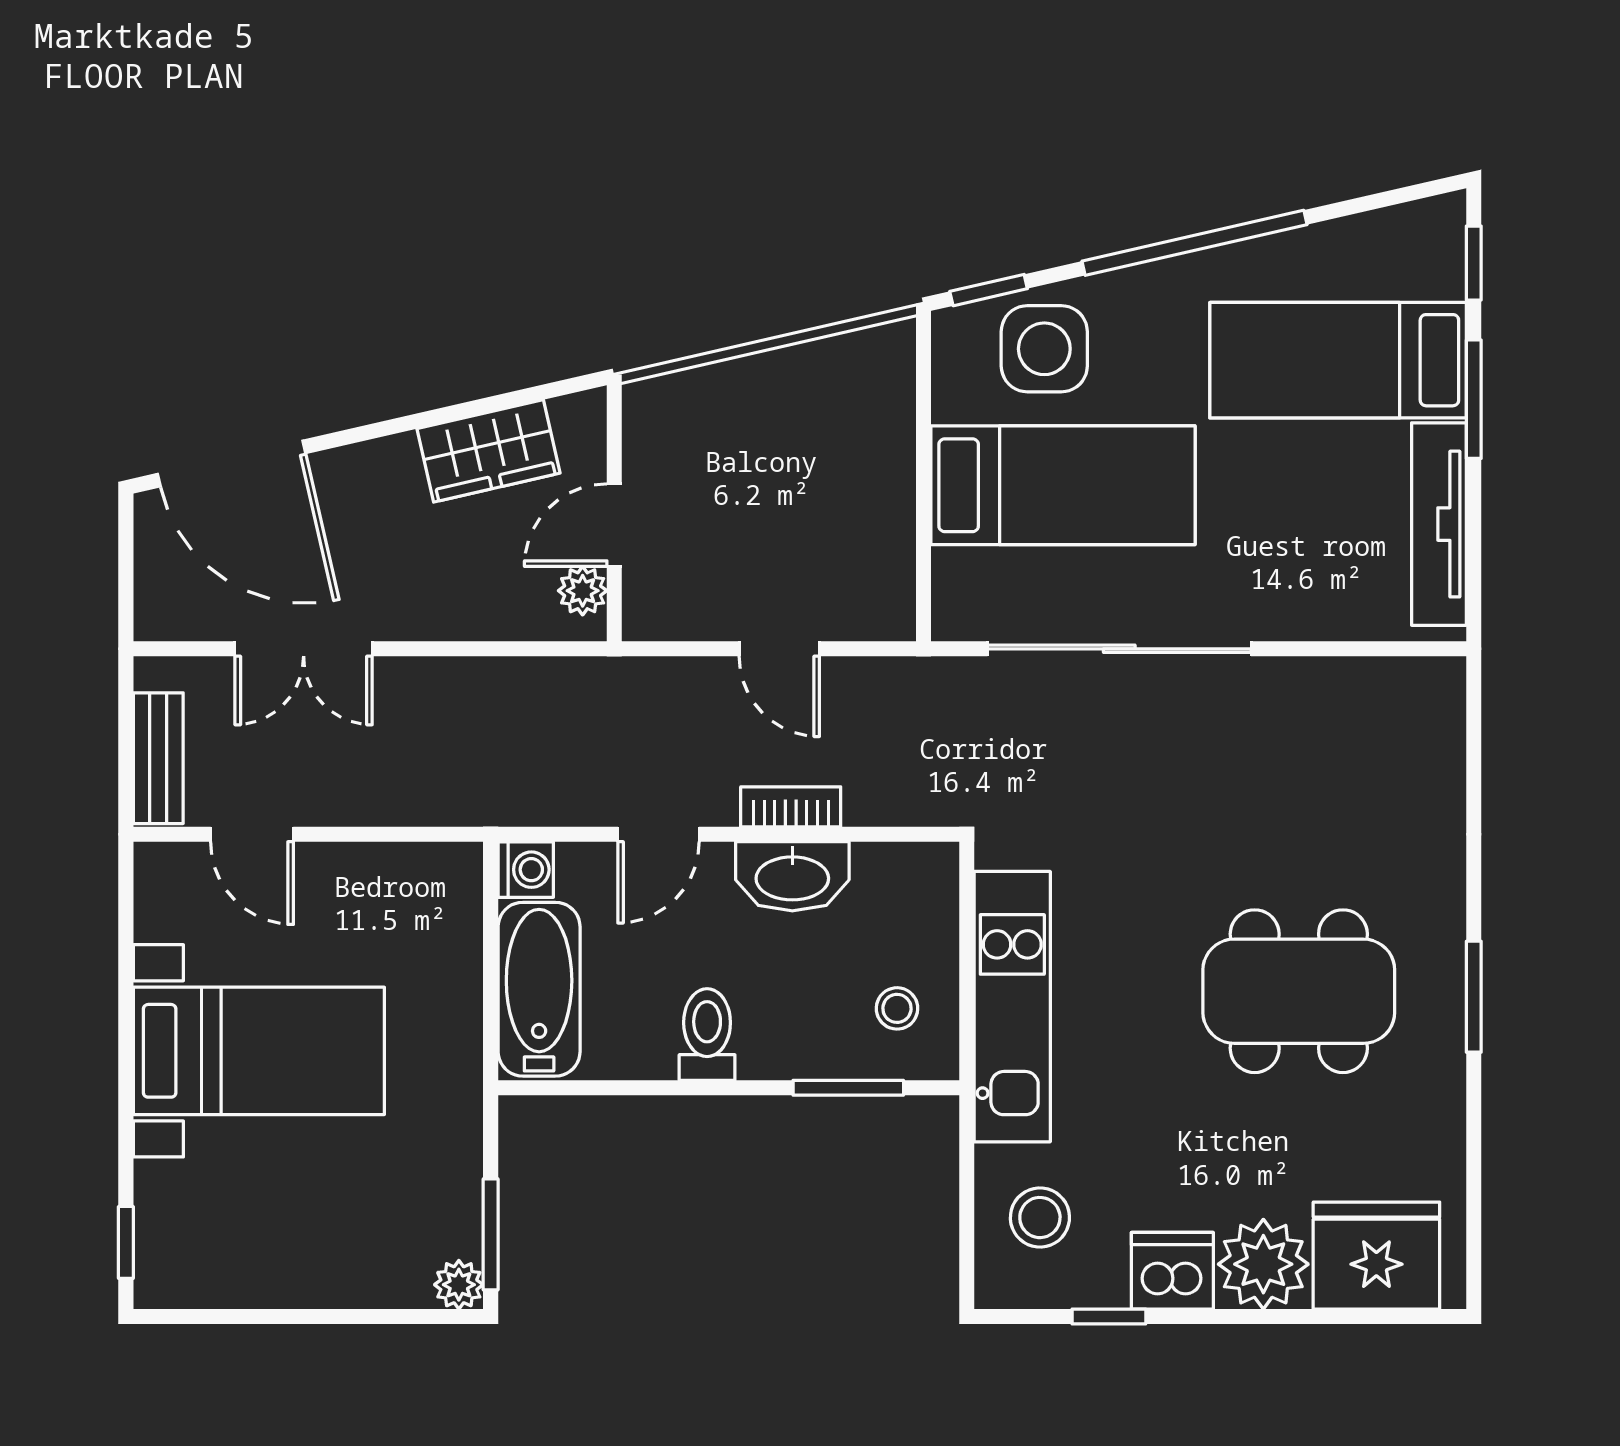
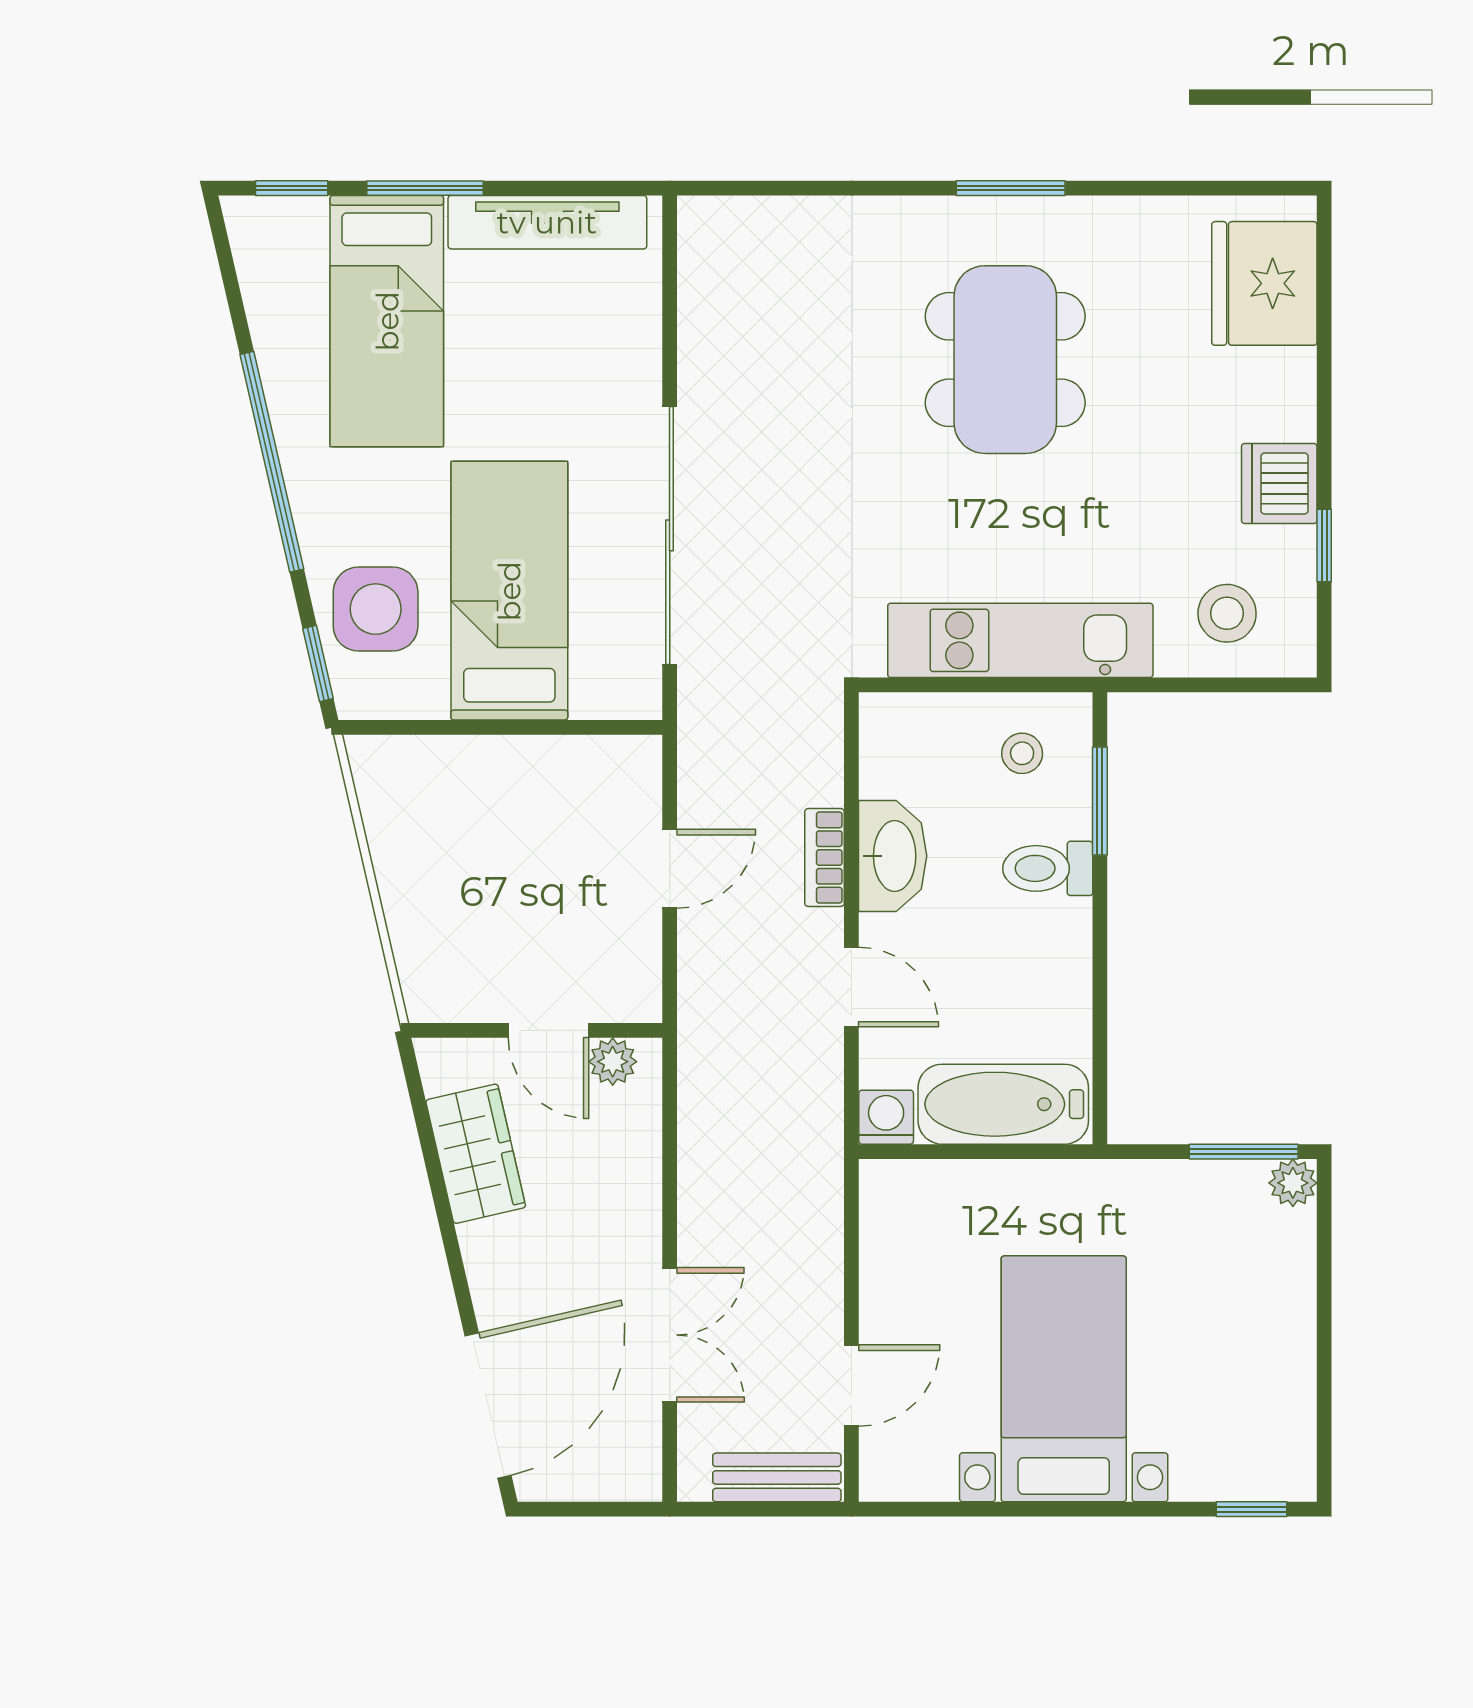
toilet: (707, 1035) -> (1048, 868), moved
plant: (1263, 1264) -> (1273, 394), removed

